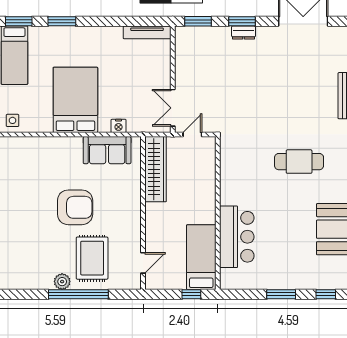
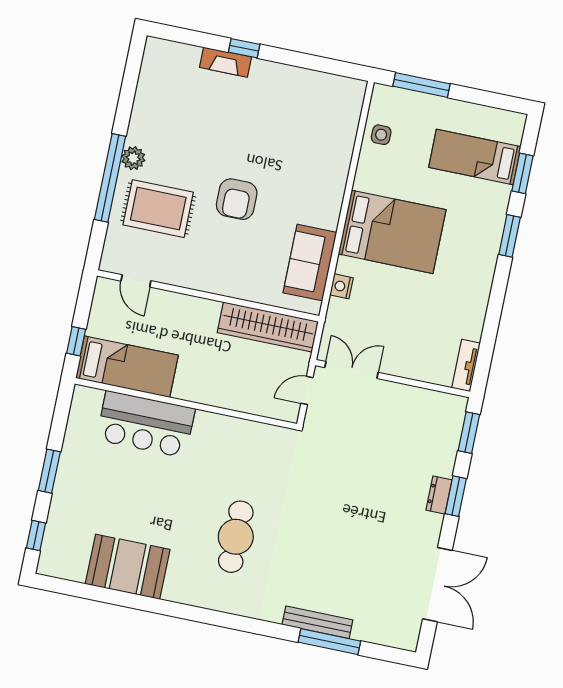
tv unit: (147, 32) -> (466, 366), width x0.71
door: (192, 134) -> (307, 390), swing flipped
armchair: (75, 207) -> (237, 199), width x0.73, depth x0.73

